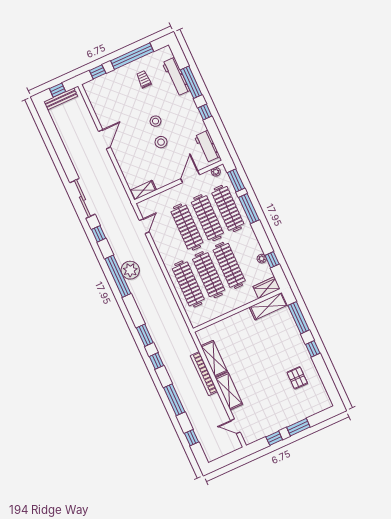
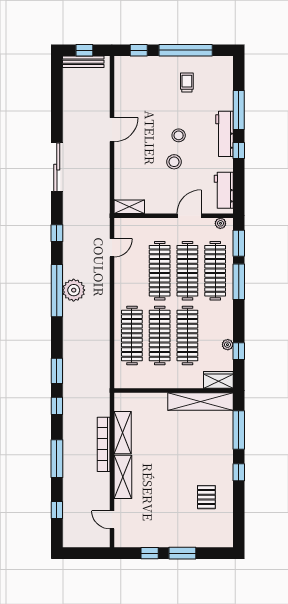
workbench: (176, 77) -> (224, 134), moved
sliding door: (82, 198) -> (57, 167), moved
shelving: (268, 306) -> (200, 402), width x1.47

